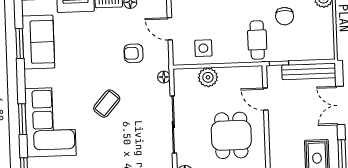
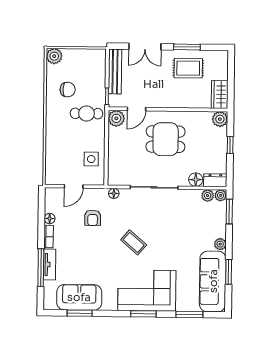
plant: (208, 77) -> (116, 118), moved

